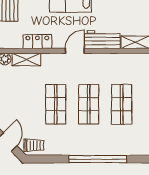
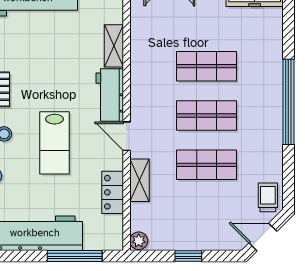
shelving: (26, 59) -> (139, 180), moved

